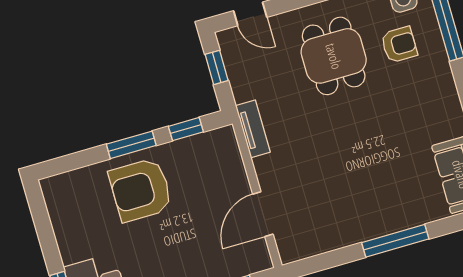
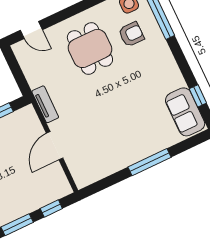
window: (217, 67) -> (15, 68), removed
door: (263, 214) -> (55, 146), moved

